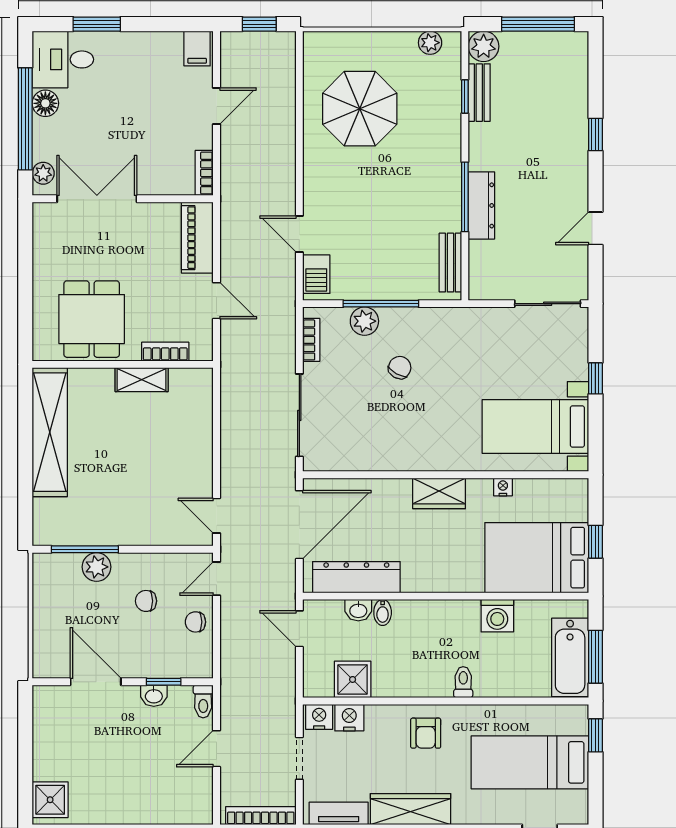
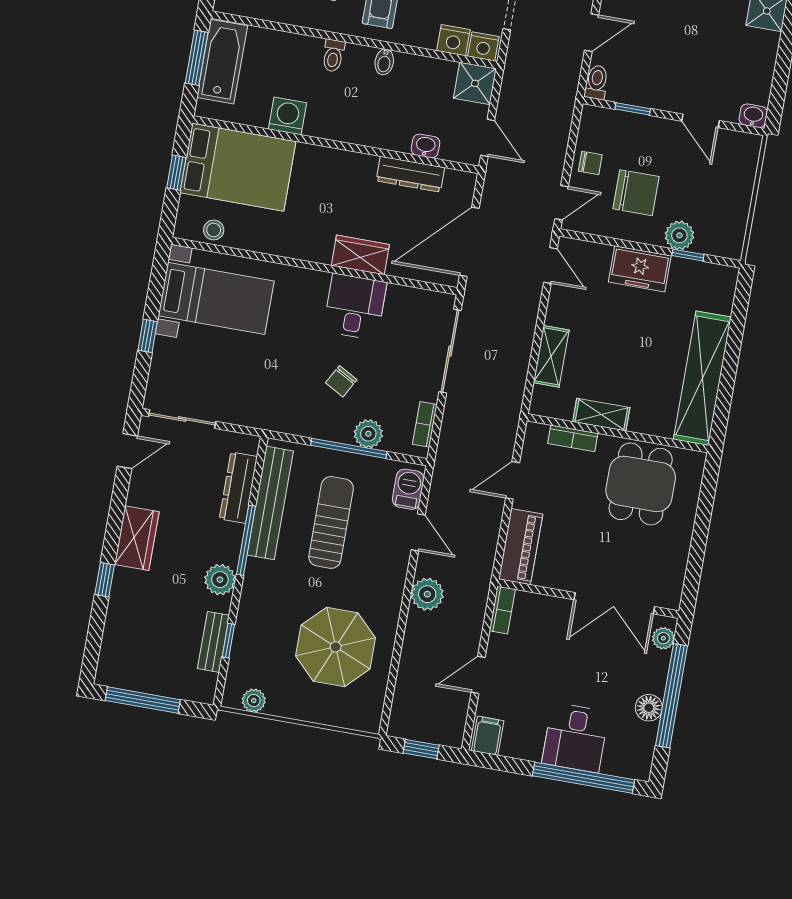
window: (97, 24) -> (584, 778), width x2.11
plant: (484, 46) -> (220, 580), moved
desk: (63, 59) -> (575, 738), moved, turned 90
plant: (280, 176) -> (427, 594), added
wardrobe: (571, 180) -> (137, 538), added
dresser: (481, 205) -> (238, 488), moved
door: (595, 228) -> (127, 451), moved
sun lounger: (386, 229) -> (331, 522), added
bench: (450, 263) -> (270, 503), width x1.86, depth x1.21
door: (217, 301) -> (513, 480), hinge flipped
shelving: (200, 428) -> (551, 356), added
desk: (399, 442) -> (355, 307), added
nightstand: (503, 487) -> (259, 244), removed
stool: (549, 492) -> (214, 230), added
wardrobe: (439, 493) -> (360, 255), moved
freezer: (129, 528) -> (640, 269), added
window: (85, 549) -> (688, 255), width x0.46
dresser: (356, 577) -> (410, 174), width x0.73, depth x0.80
chair: (146, 601) -> (636, 193), width x1.87, depth x1.87
bidet: (383, 612) -> (384, 62), moved, turned 180
shower: (353, 679) -> (475, 83), moved
door: (96, 682) -> (701, 121), width x0.73
washbasin: (154, 696) -> (753, 116), moved

